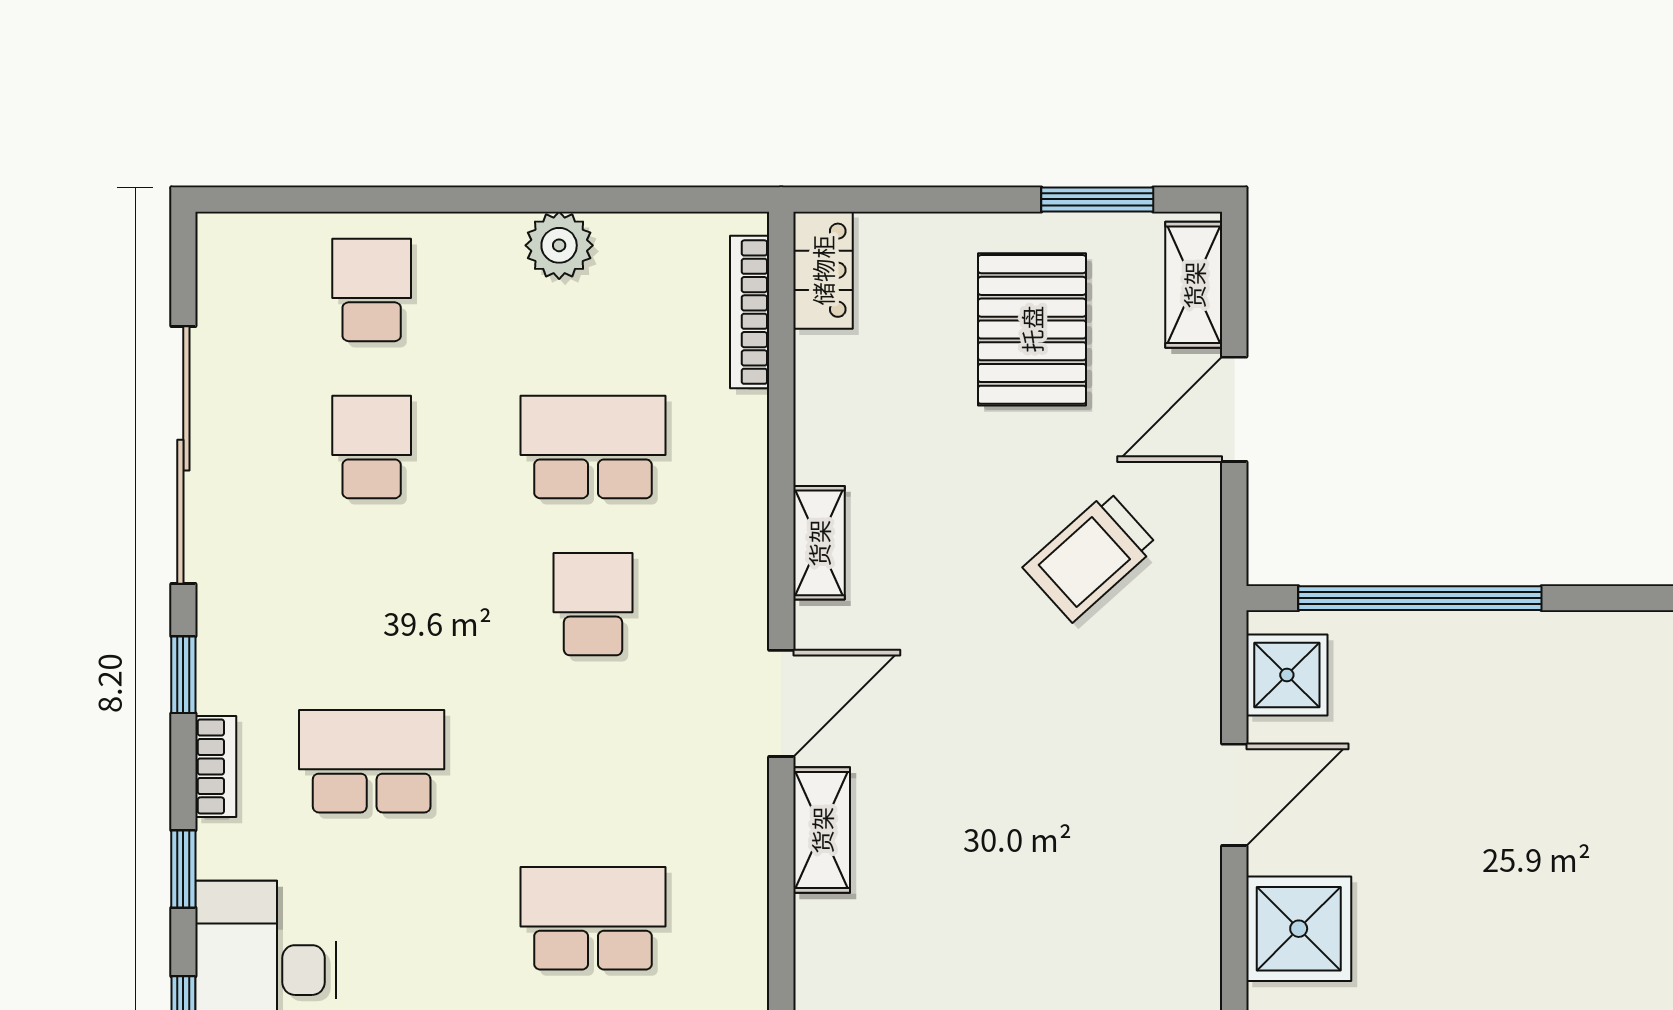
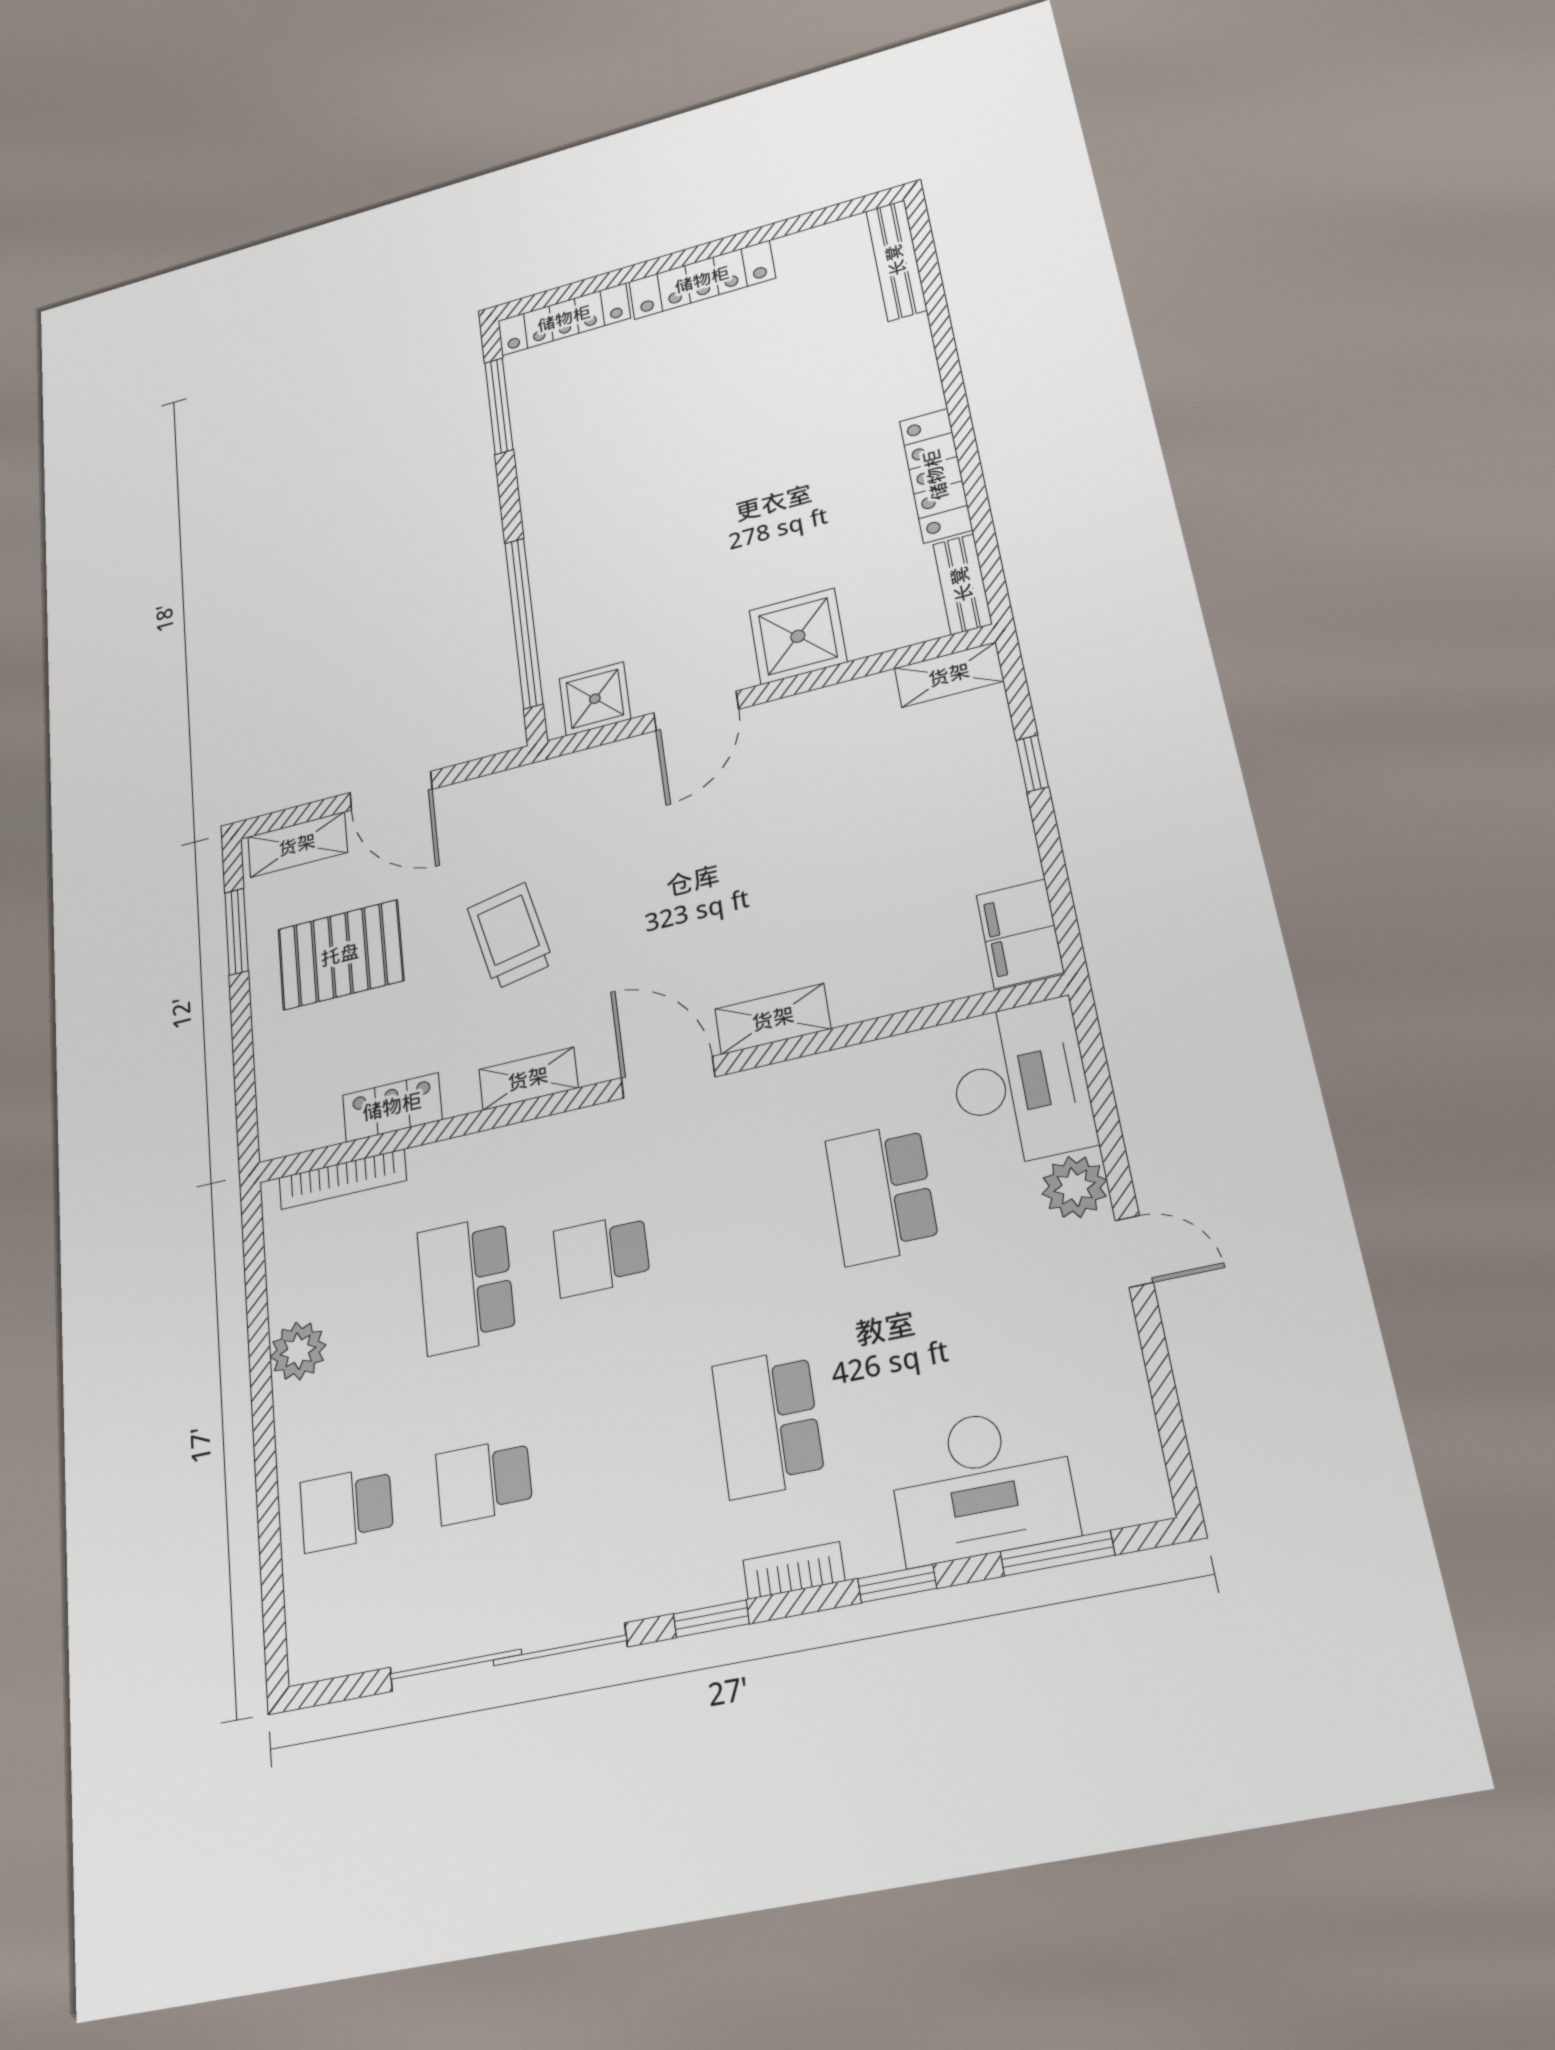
locker: (823, 270) -> (392, 1107), moved
trolley: (1090, 557) -> (510, 936), moved, turned -150
door: (1234, 795) -> (696, 711), swing flipped

